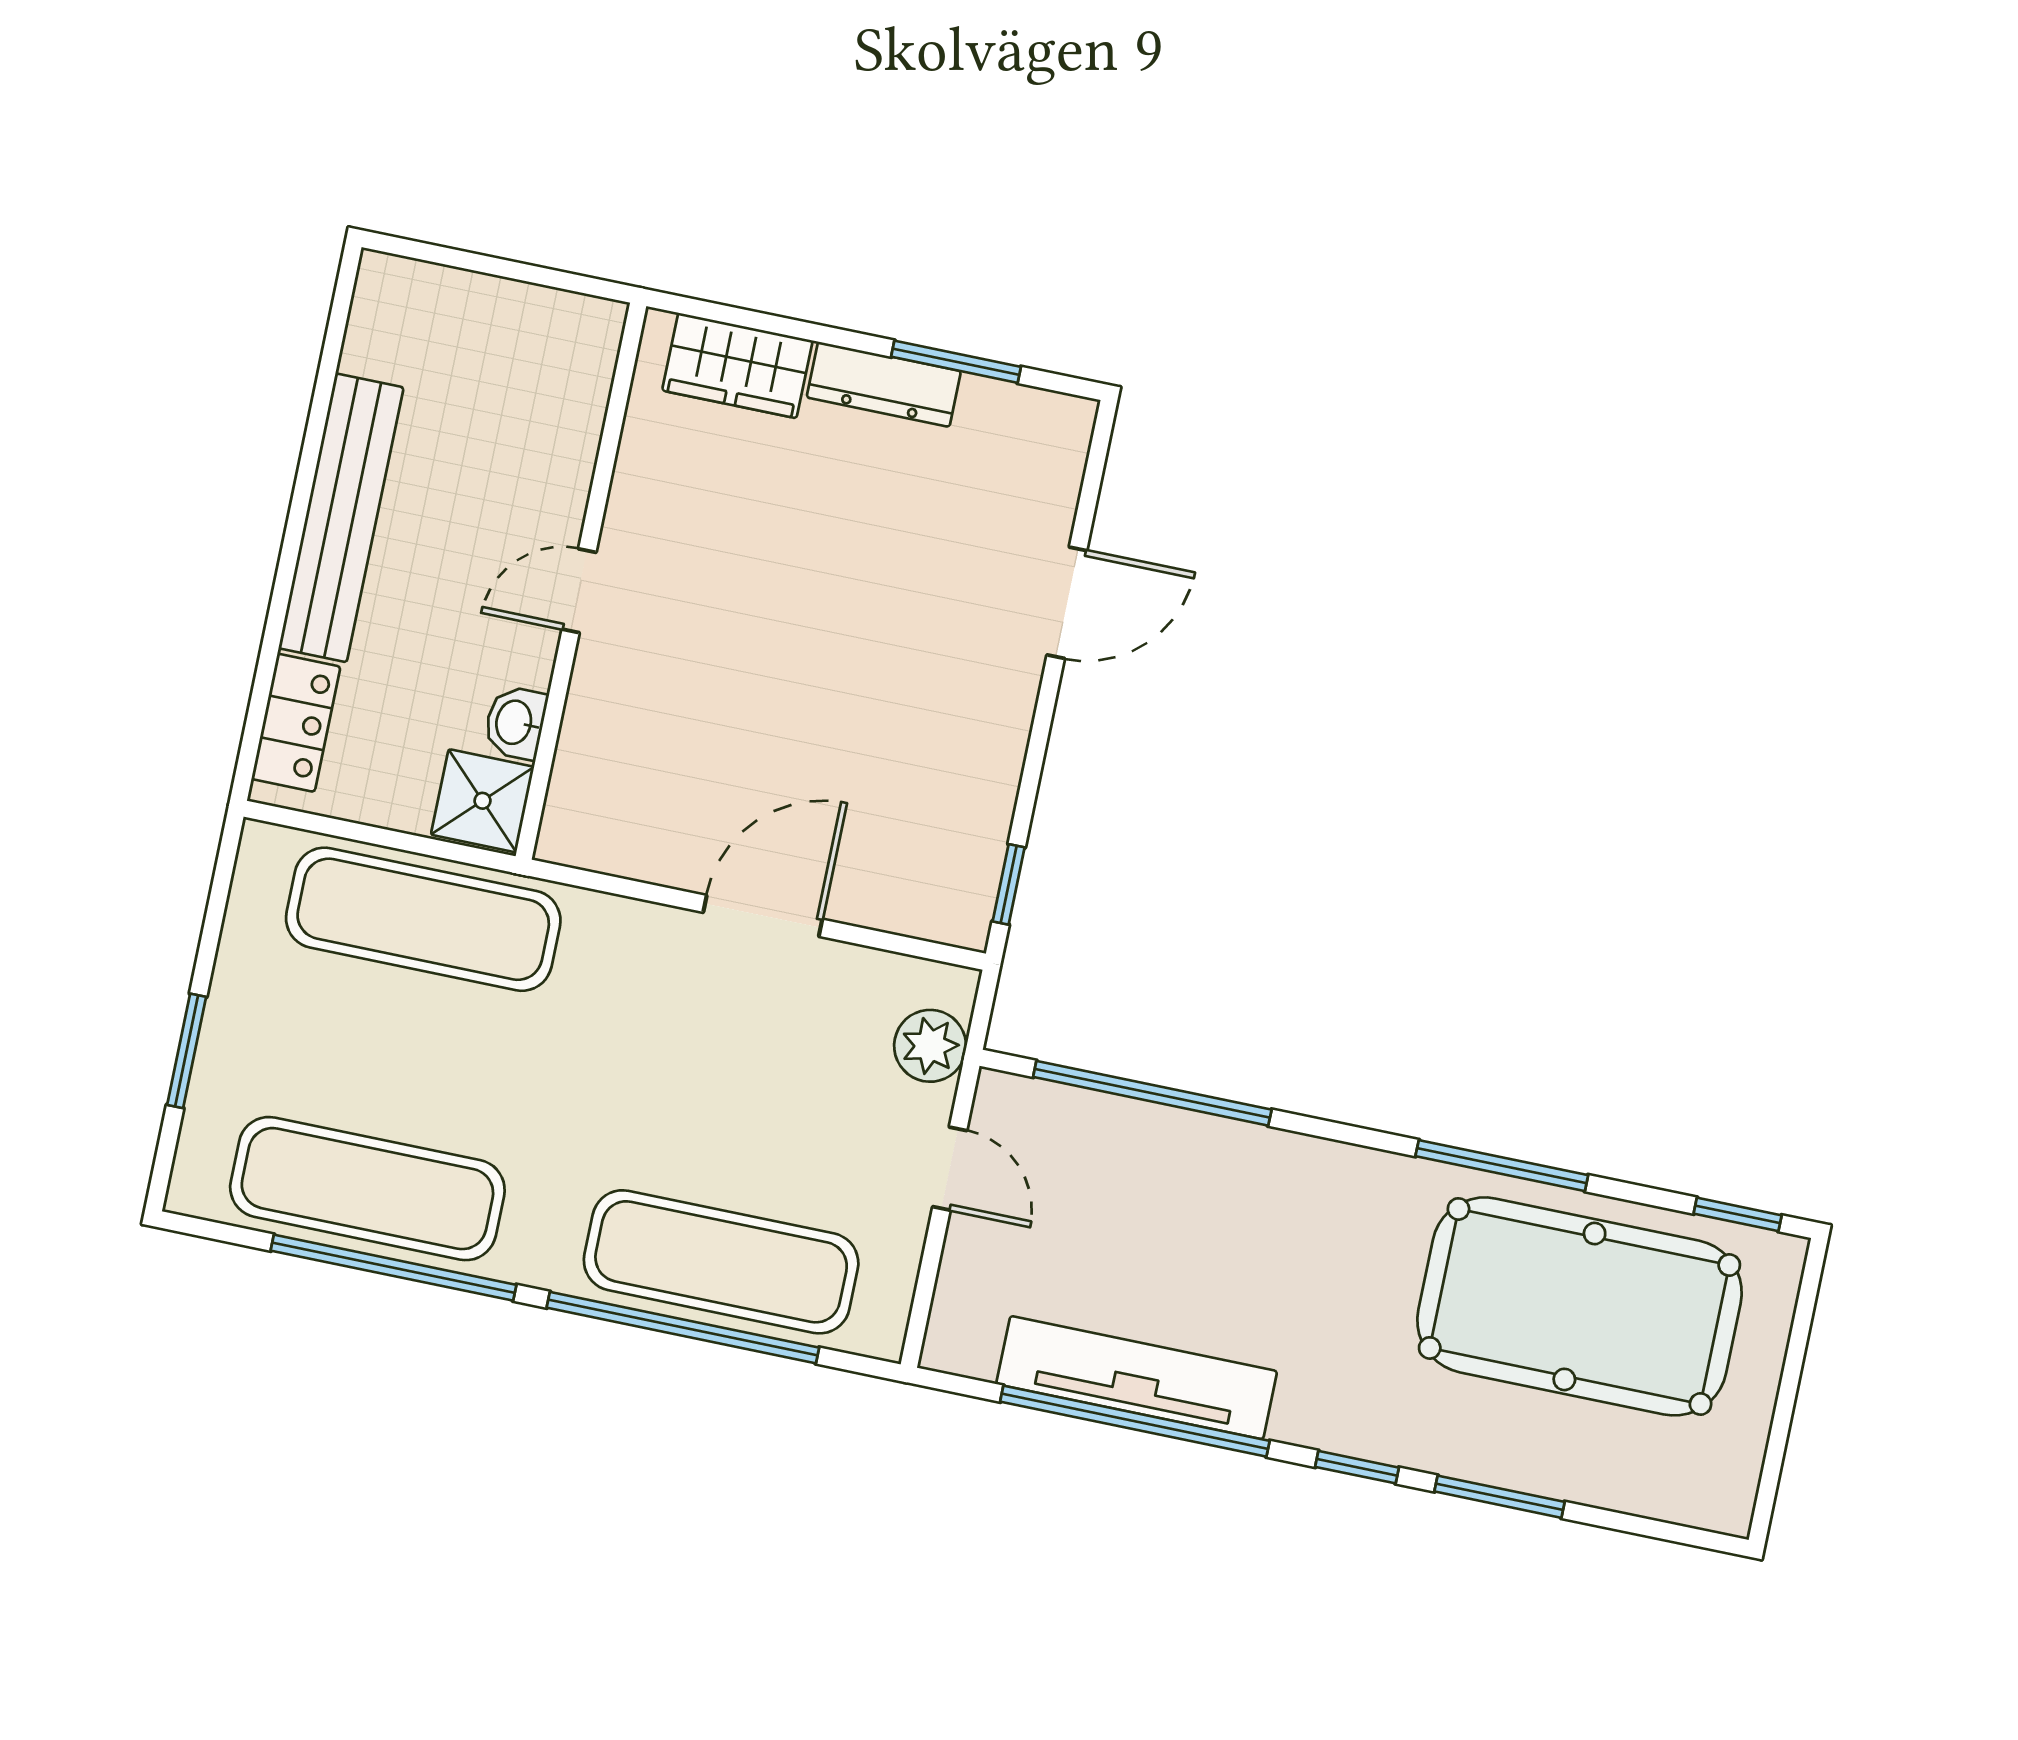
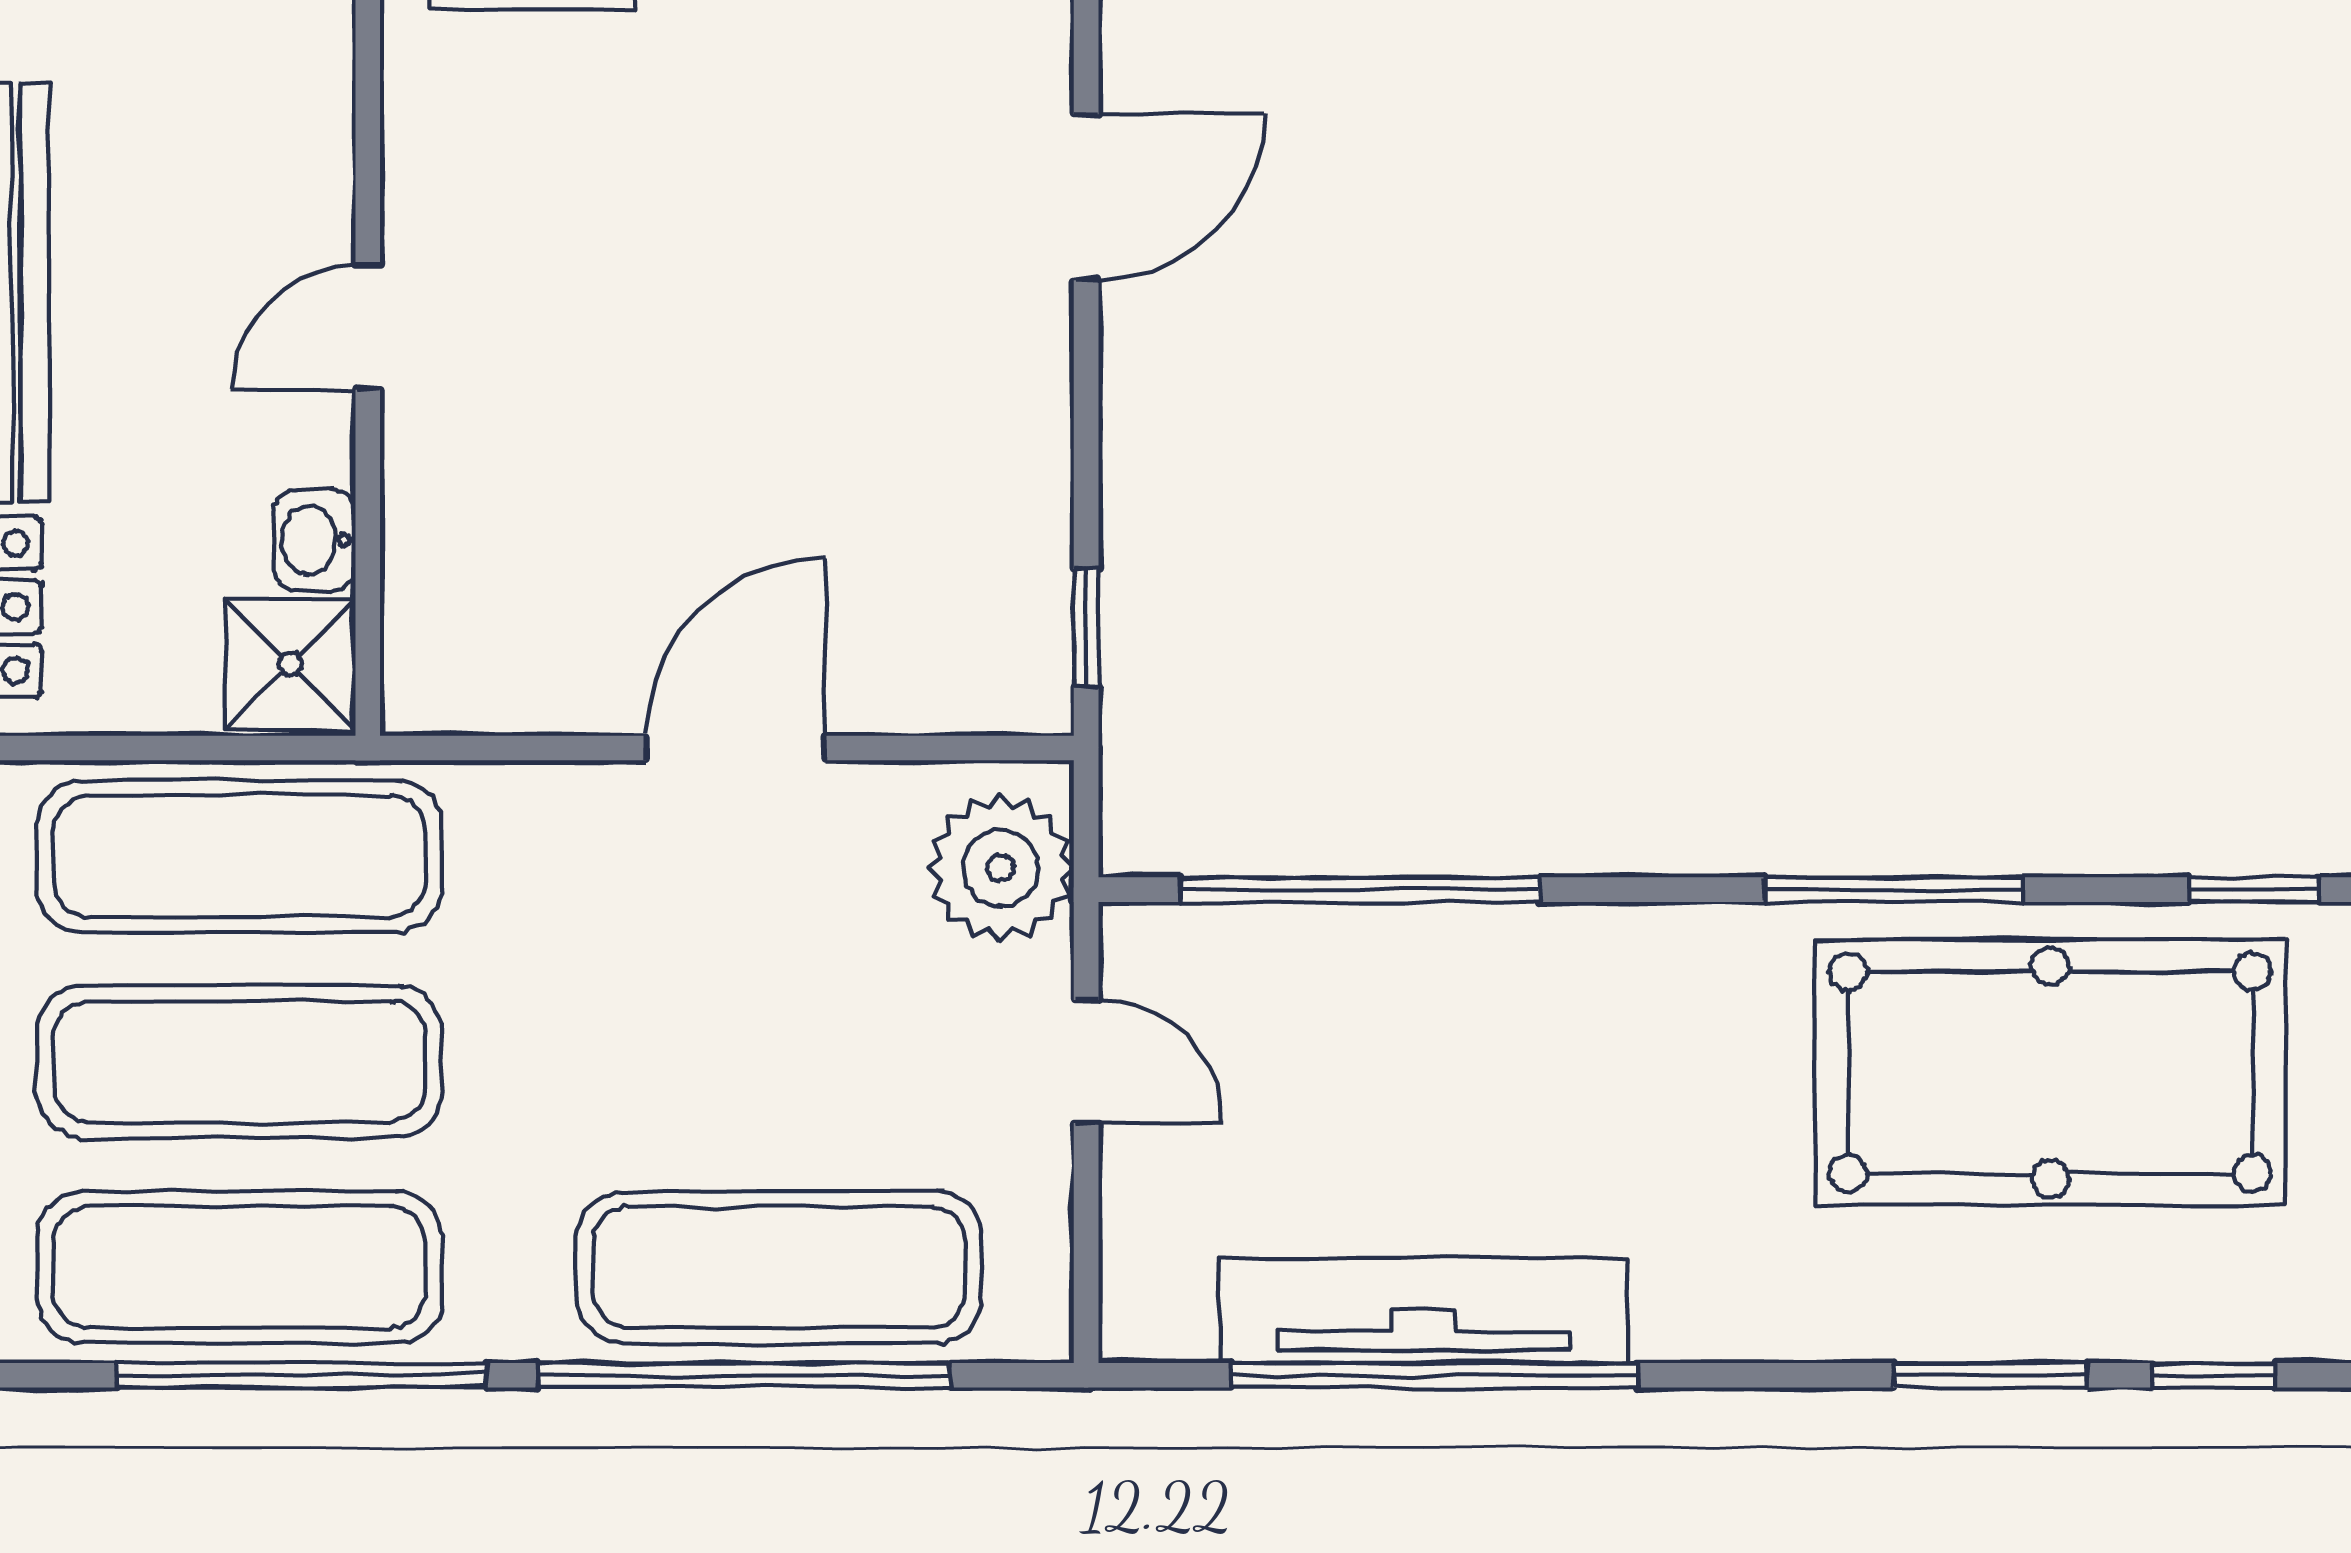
plant: (930, 1046) -> (1001, 868), width x1.36, depth x1.36
exercise mat: (395, 1054) -> (239, 1062), added
window: (1357, 1467) -> (2213, 1375), moved

